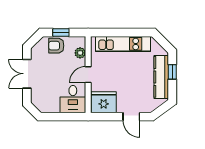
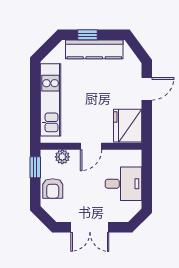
window: (61, 32) -> (35, 167), moved
door: (88, 75) -> (91, 146), hinge flipped
desk: (73, 99) -> (123, 184), moved

